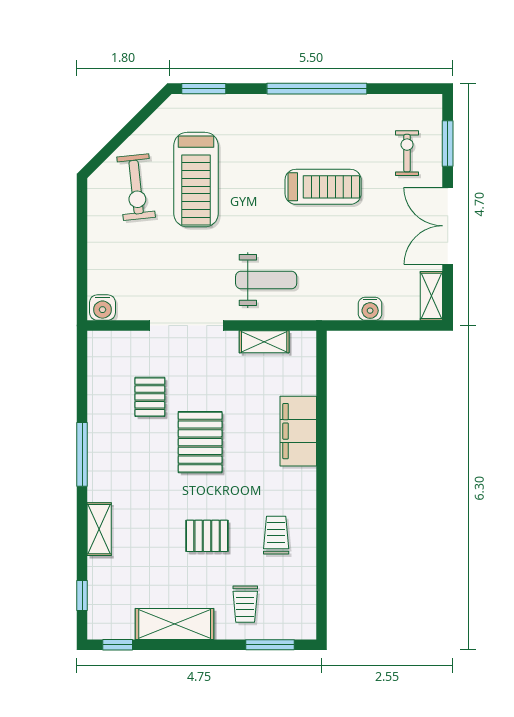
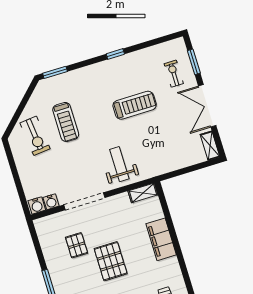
window: (317, 89) -> (115, 54), width x0.32
treadmill: (196, 180) -> (66, 122), width x0.73, depth x0.73
weight bench: (266, 280) -> (119, 164), turned -90
water cooler: (370, 309) -> (51, 202), moved
shelving: (264, 342) -> (143, 193), moved

